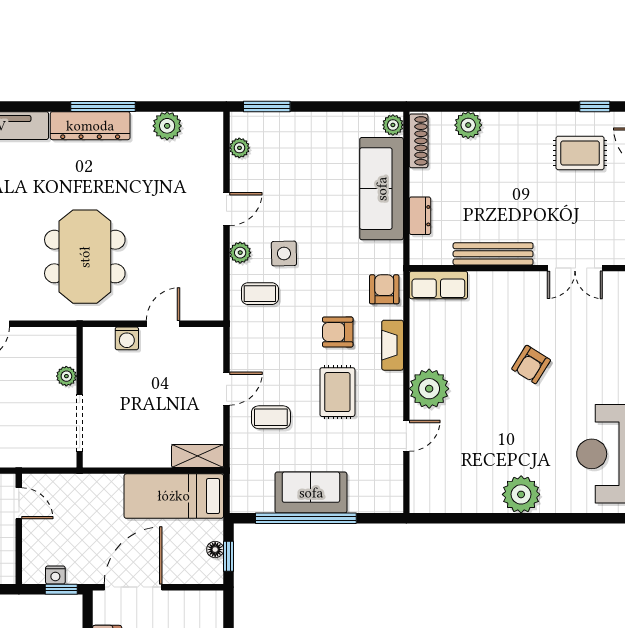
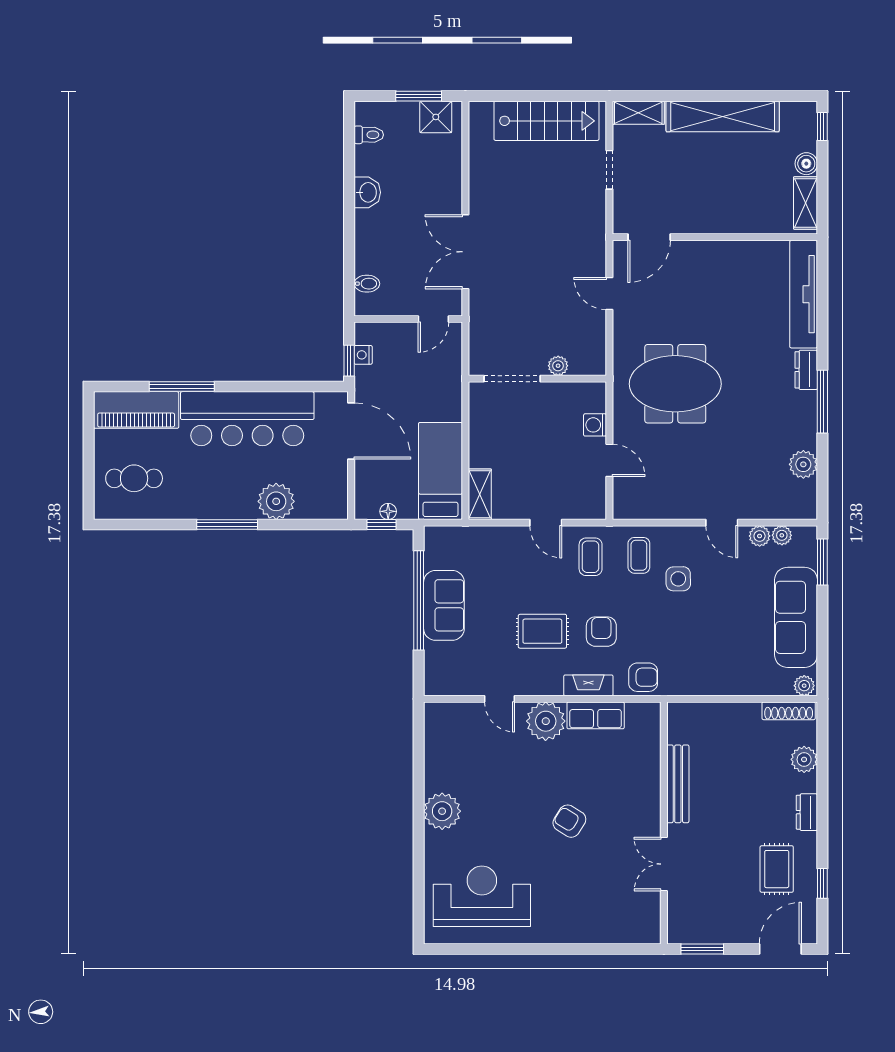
dresser: (90, 126) -> (806, 370), width x0.51, depth x0.80
sofa: (382, 189) -> (796, 617), moved, turned -90
dresser: (420, 216) -> (807, 812), moved, turned 90
plant: (240, 253) -> (760, 536), moved
row of seats: (438, 285) -> (596, 715), moved, turned -90
coffee table: (271, 417) -> (591, 557), moved

